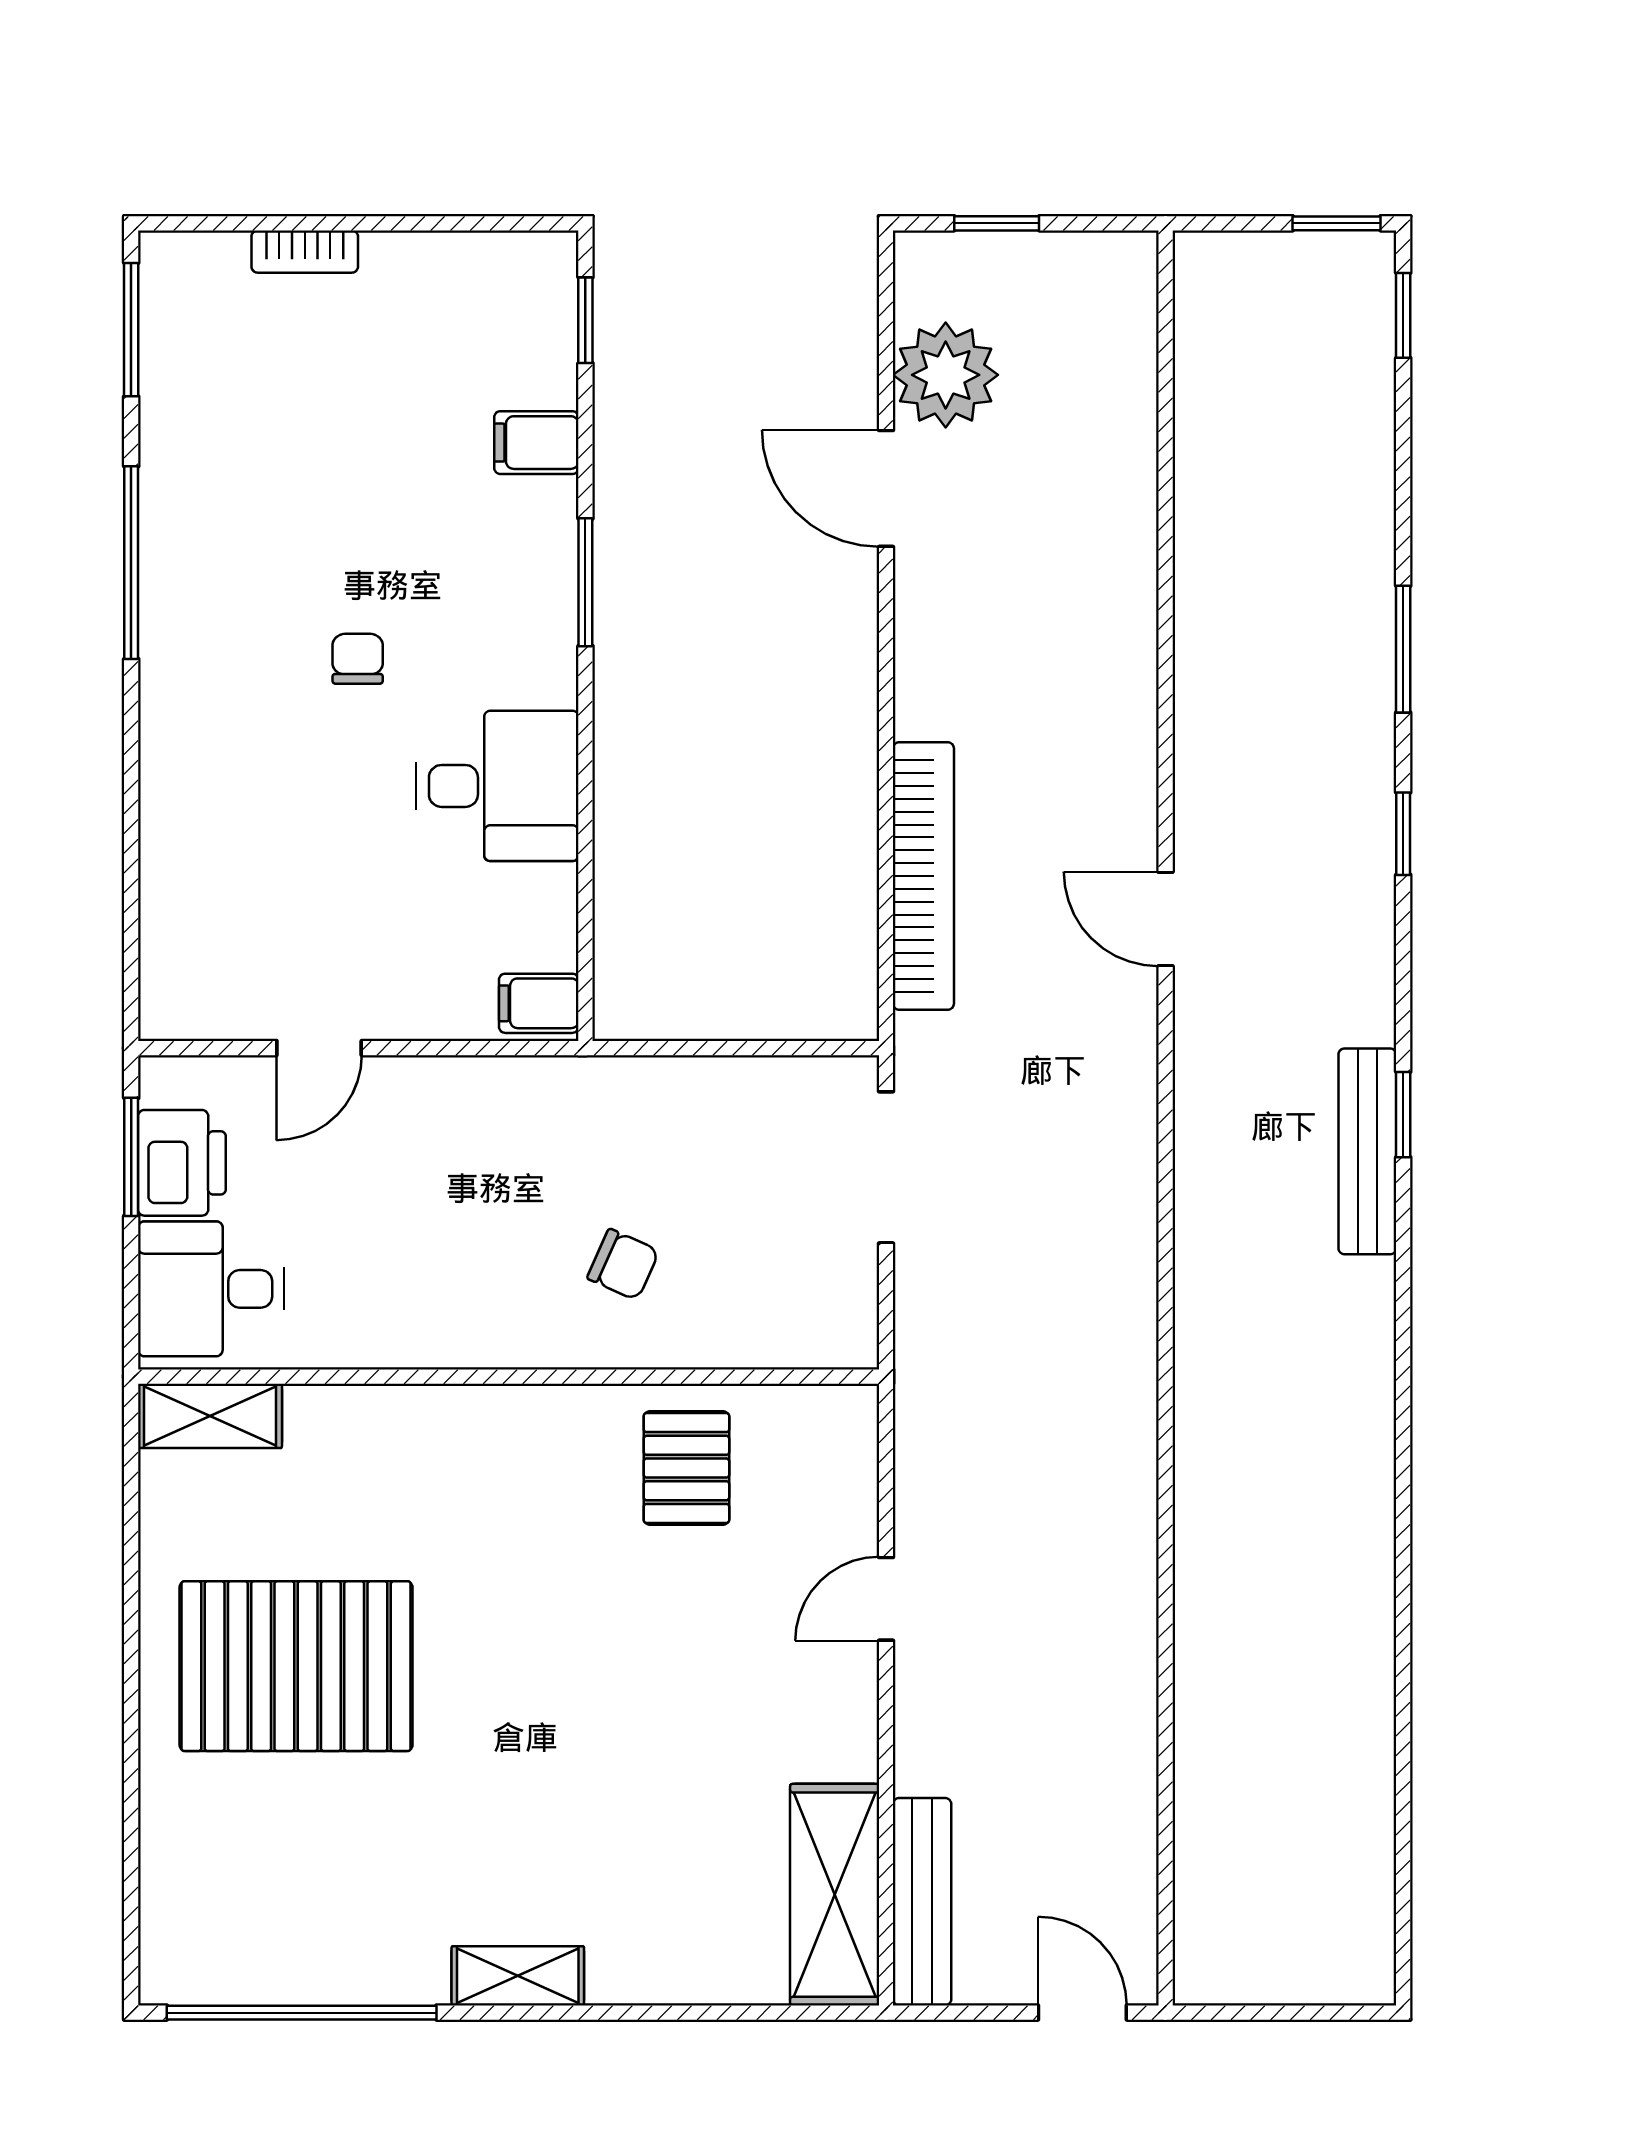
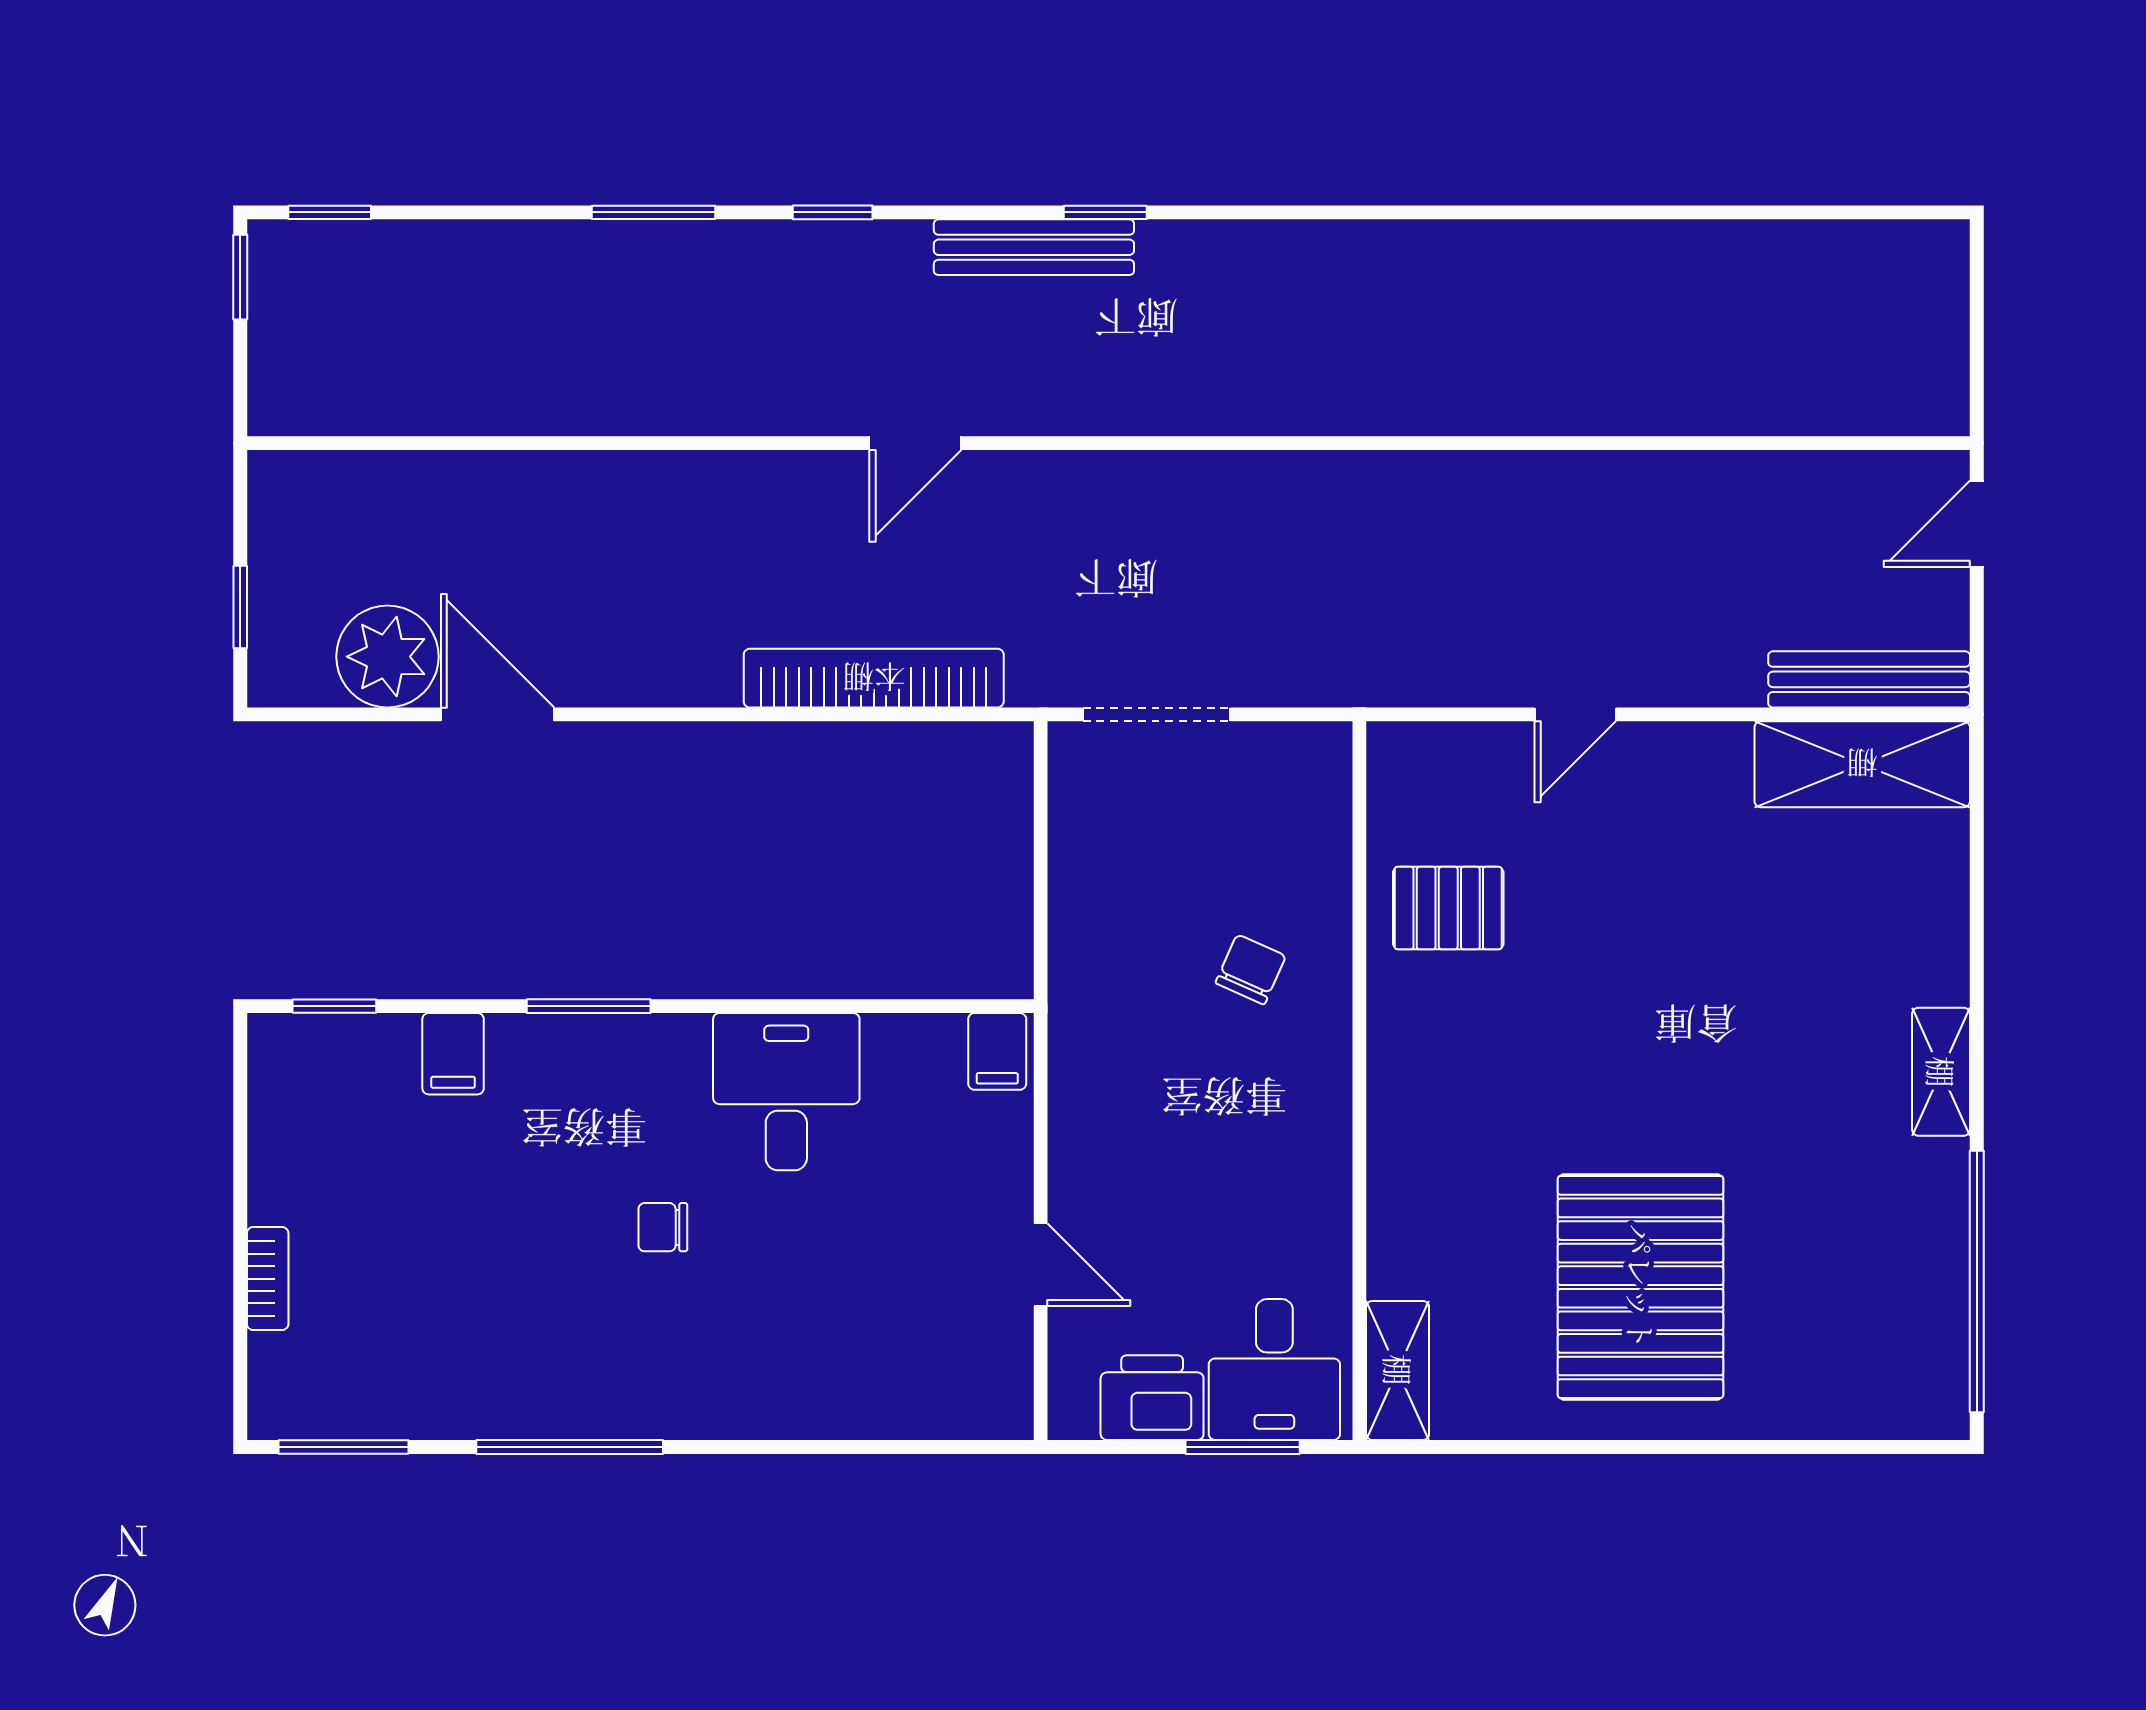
door: (886, 488) -> (498, 714), swing flipped
bench: (1367, 1151) -> (1034, 247), moved
window: (131, 1157) -> (1243, 1447), moved
door: (886, 1599) -> (1575, 714), hinge flipped

